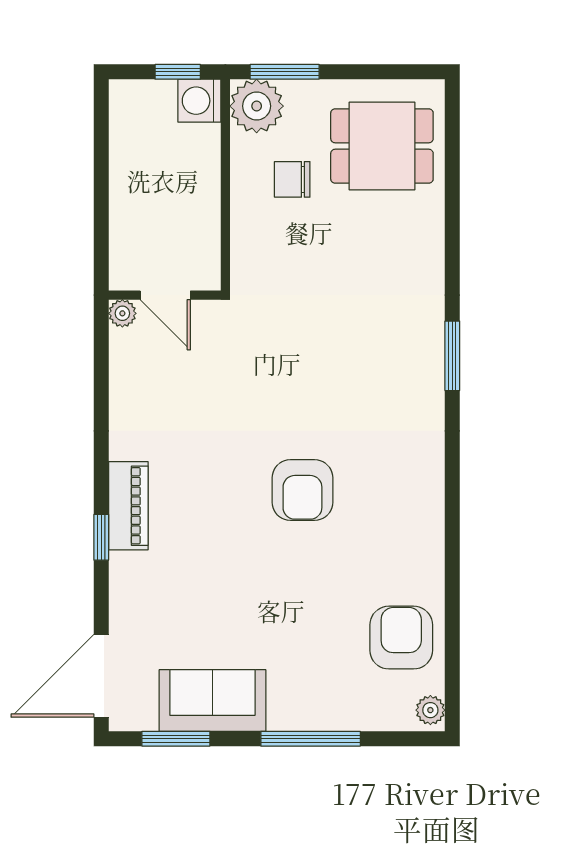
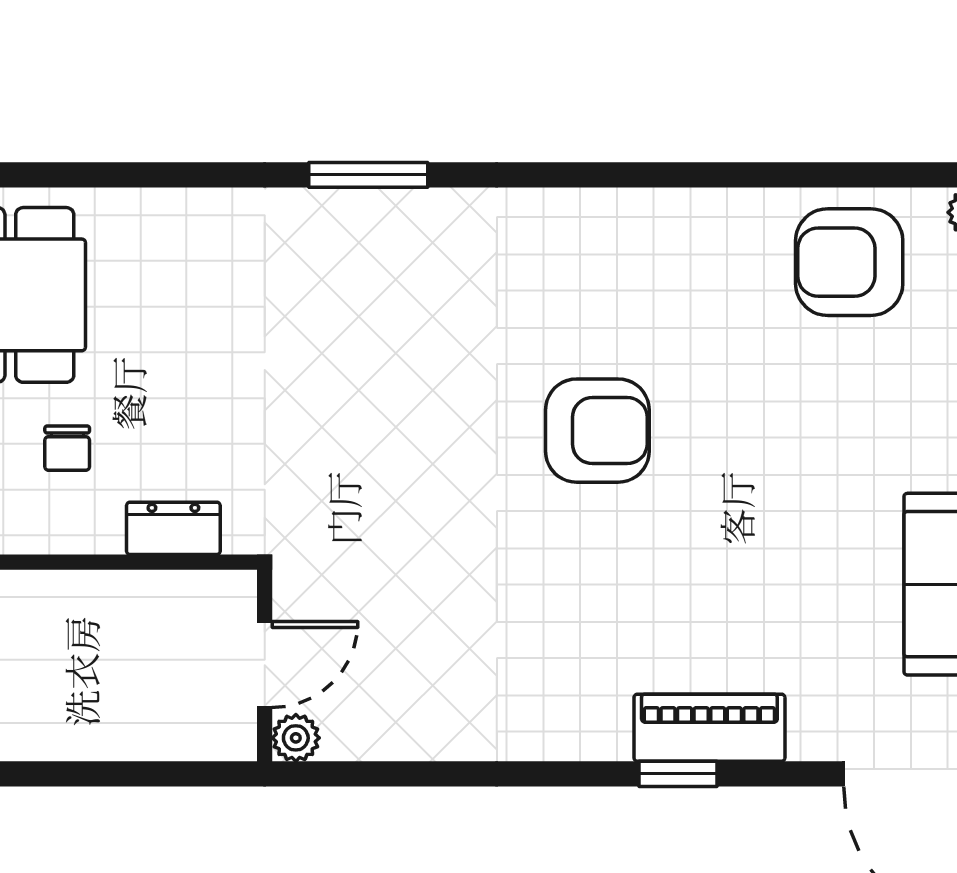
chair: (292, 179) -> (67, 448), width x0.73, depth x0.73
dresser: (245, 242) -> (173, 528), added
piano: (128, 506) -> (709, 728), moved

